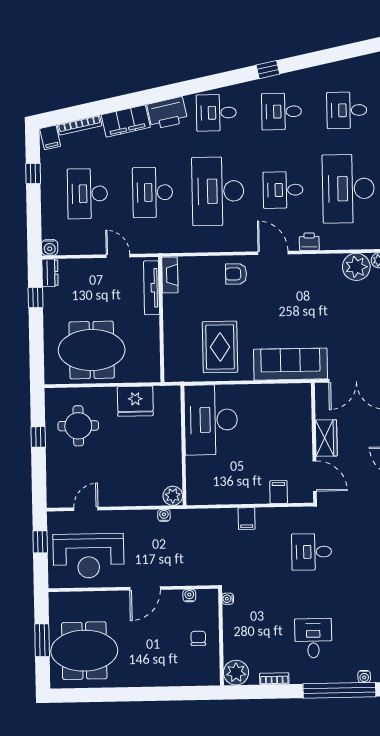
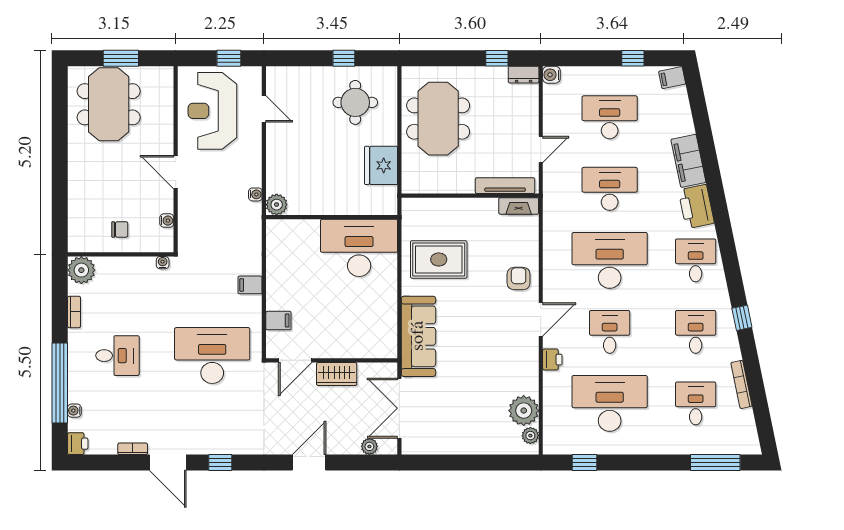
bookcase: (80, 125) -> (741, 384), moved
desk: (312, 552) -> (212, 356), width x1.87, depth x1.30

